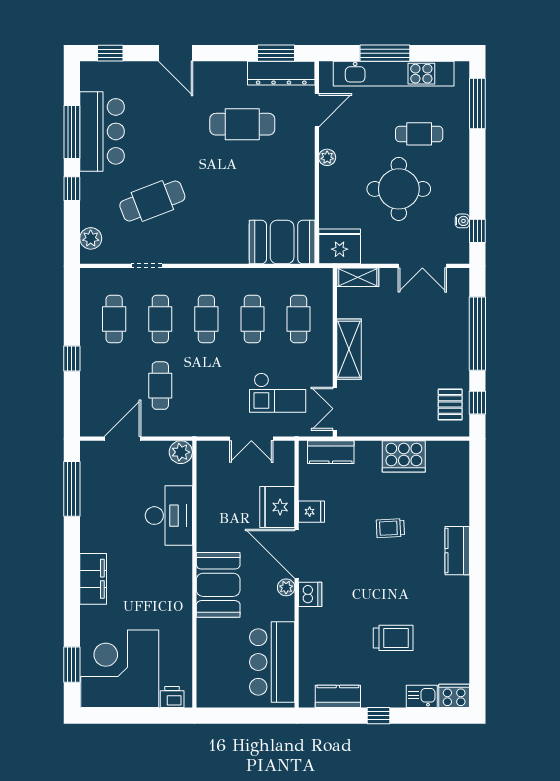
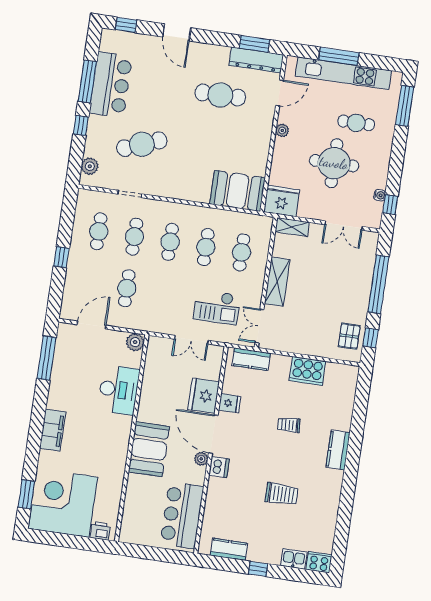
trolley: (393, 638) -> (282, 494), moved

